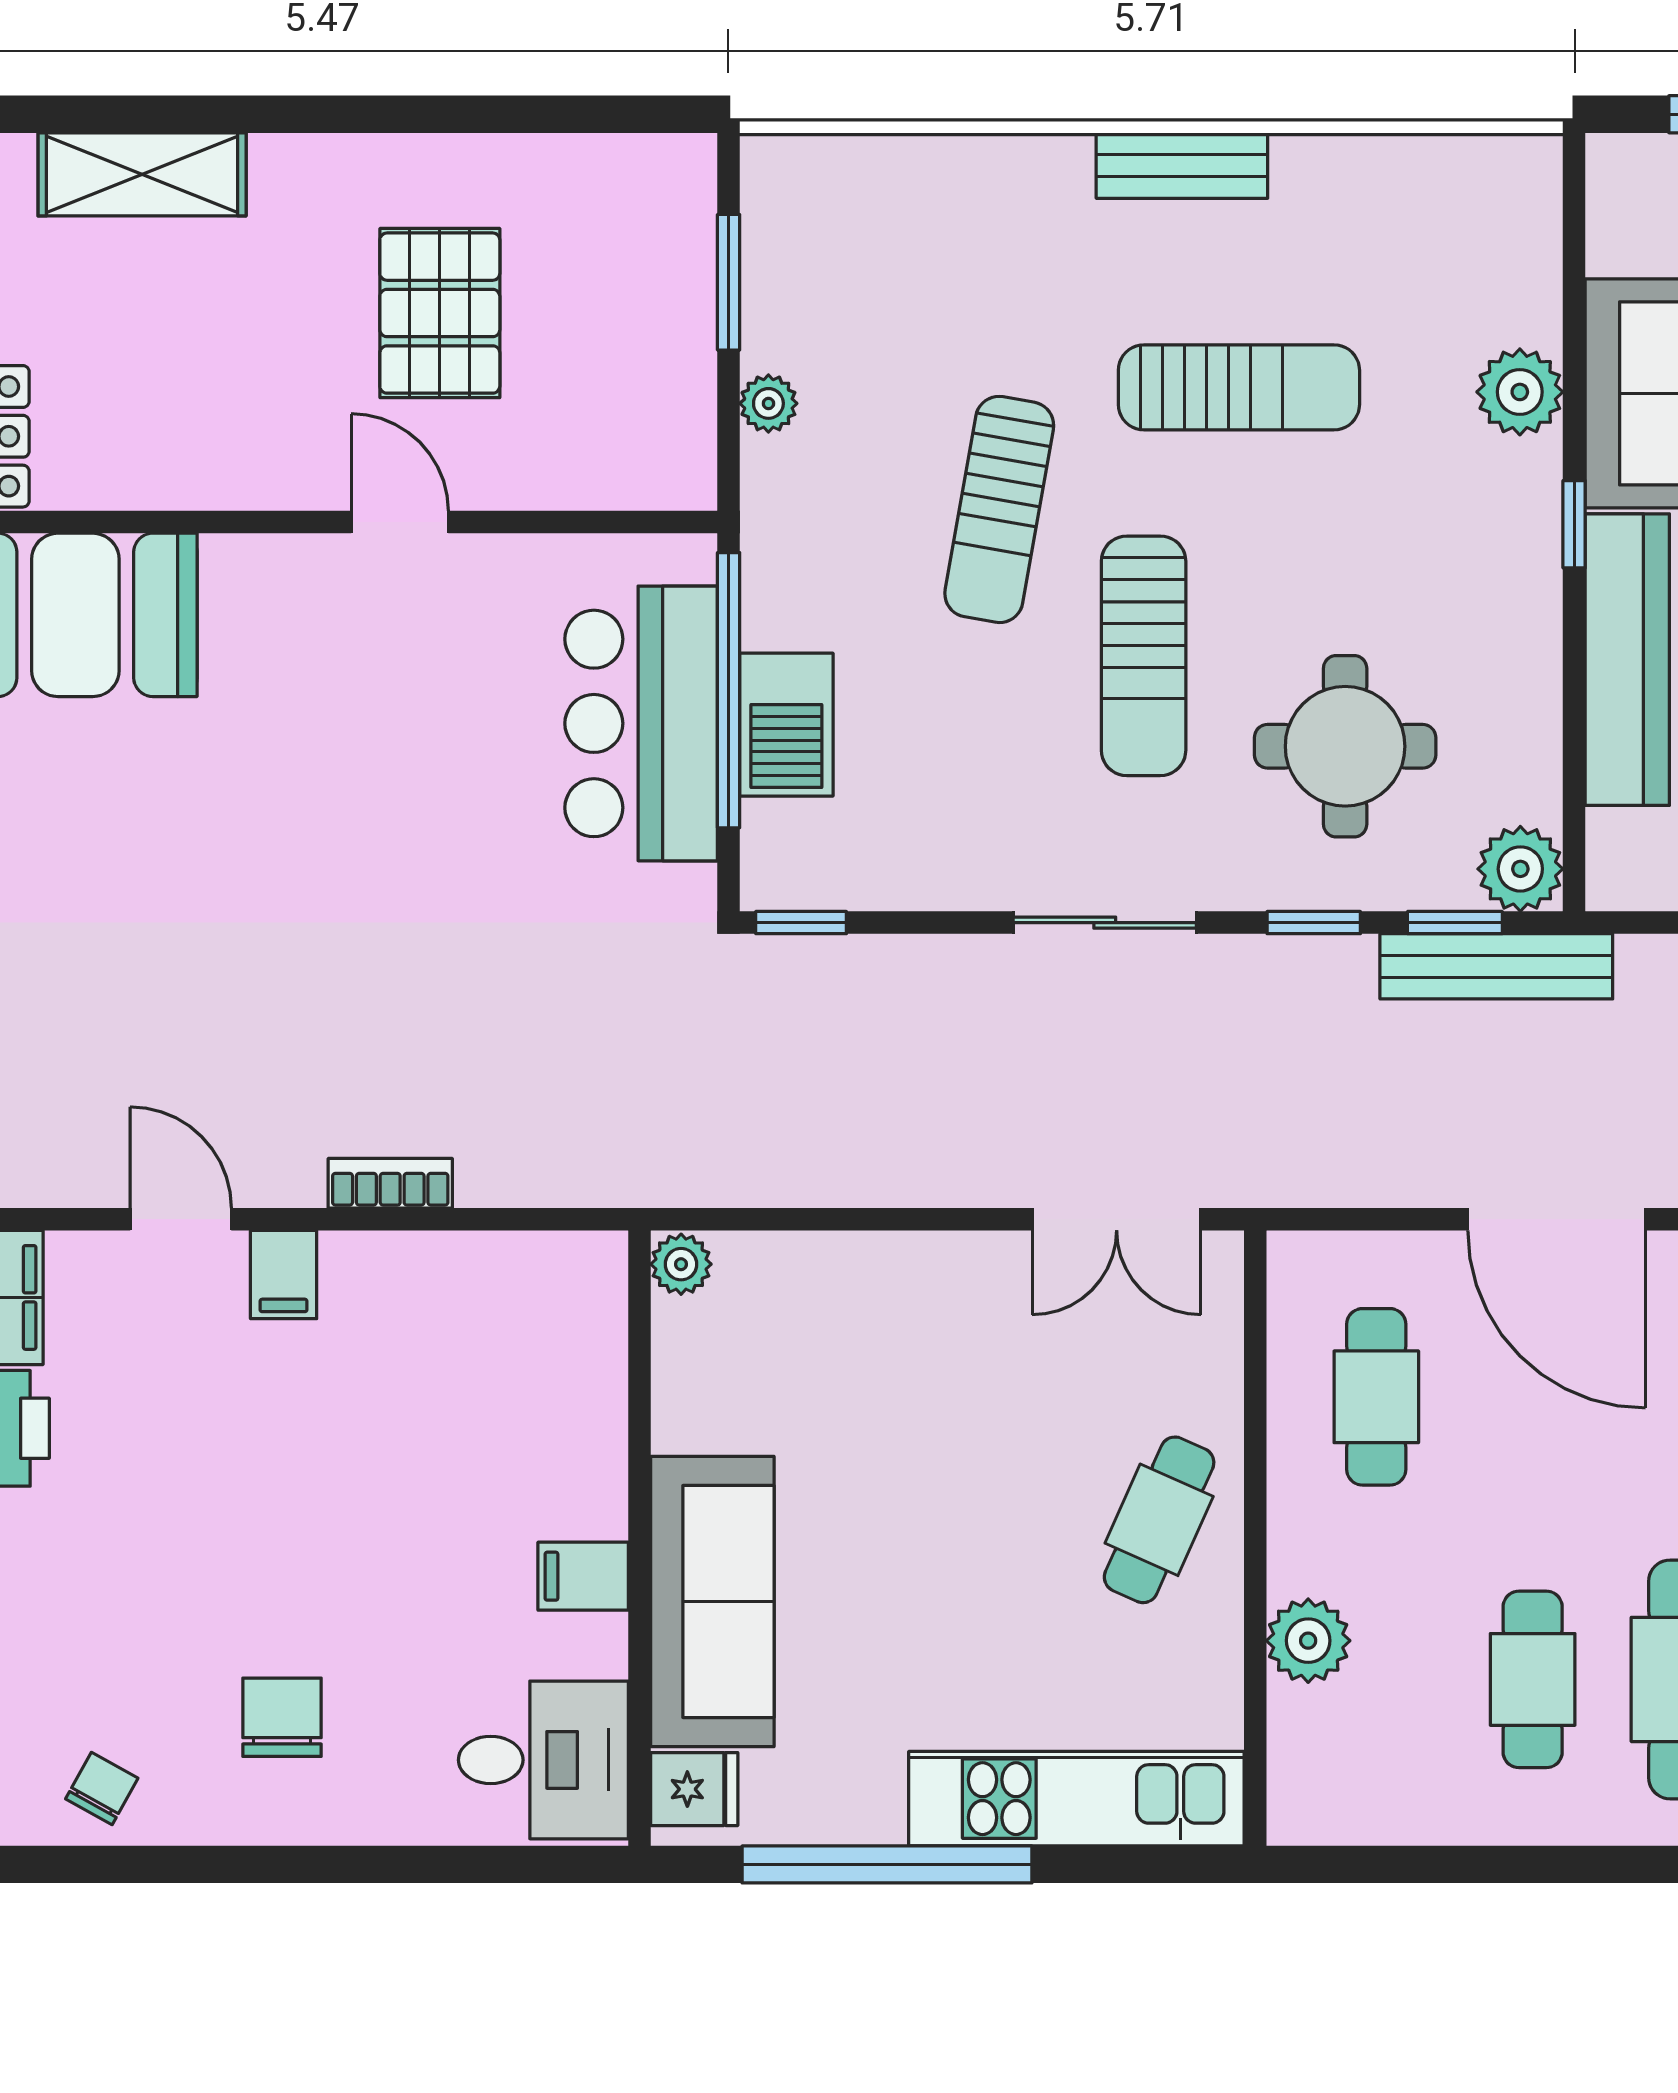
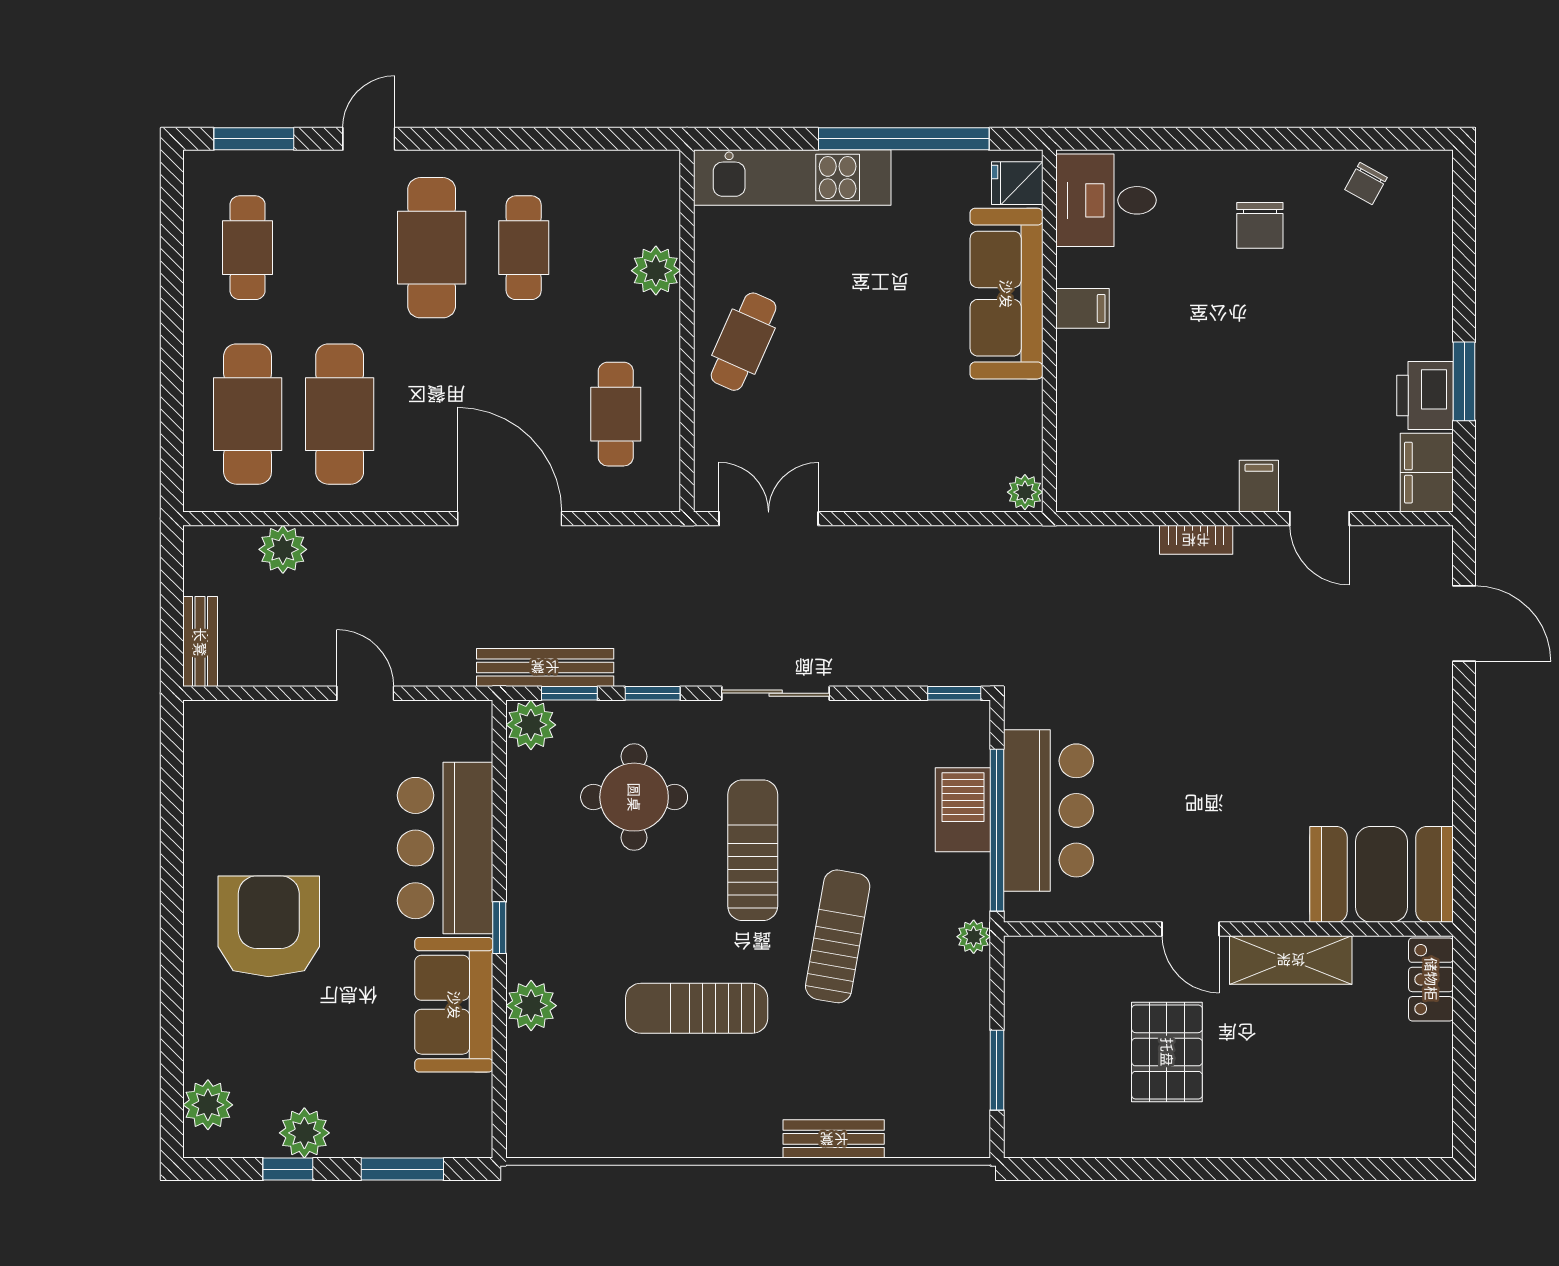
bench: (1182, 166) -> (834, 1139), moved
shelving: (142, 174) -> (1291, 960), moved
plant: (768, 403) -> (974, 937), moved

